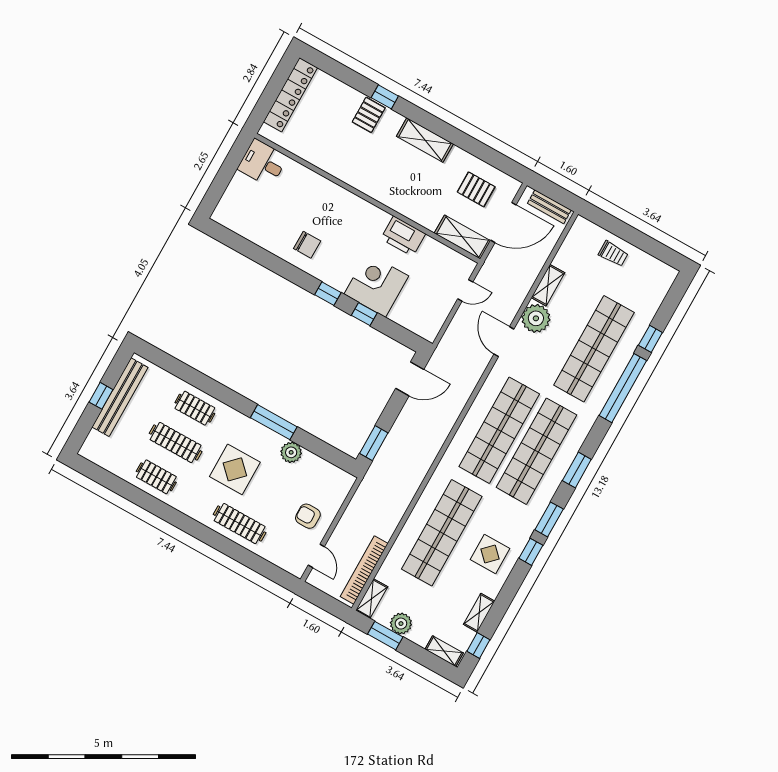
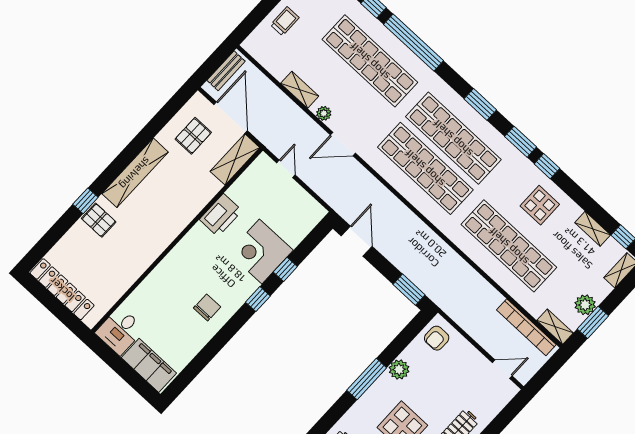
shelving: (425, 140) -> (135, 173), width x1.47
filing cabinet: (235, 200) -> (149, 365), added
plant: (536, 318) -> (324, 113), width x0.53, depth x0.53
armchair: (308, 516) -> (437, 338), moved

